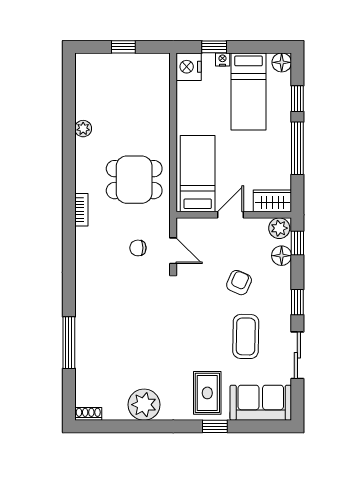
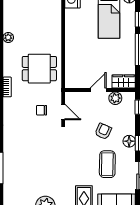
bed: (198, 174) -> (78, 65), removed
plant: (279, 228) -> (115, 98), moved
floor lamp: (282, 256) -> (129, 141), moved

